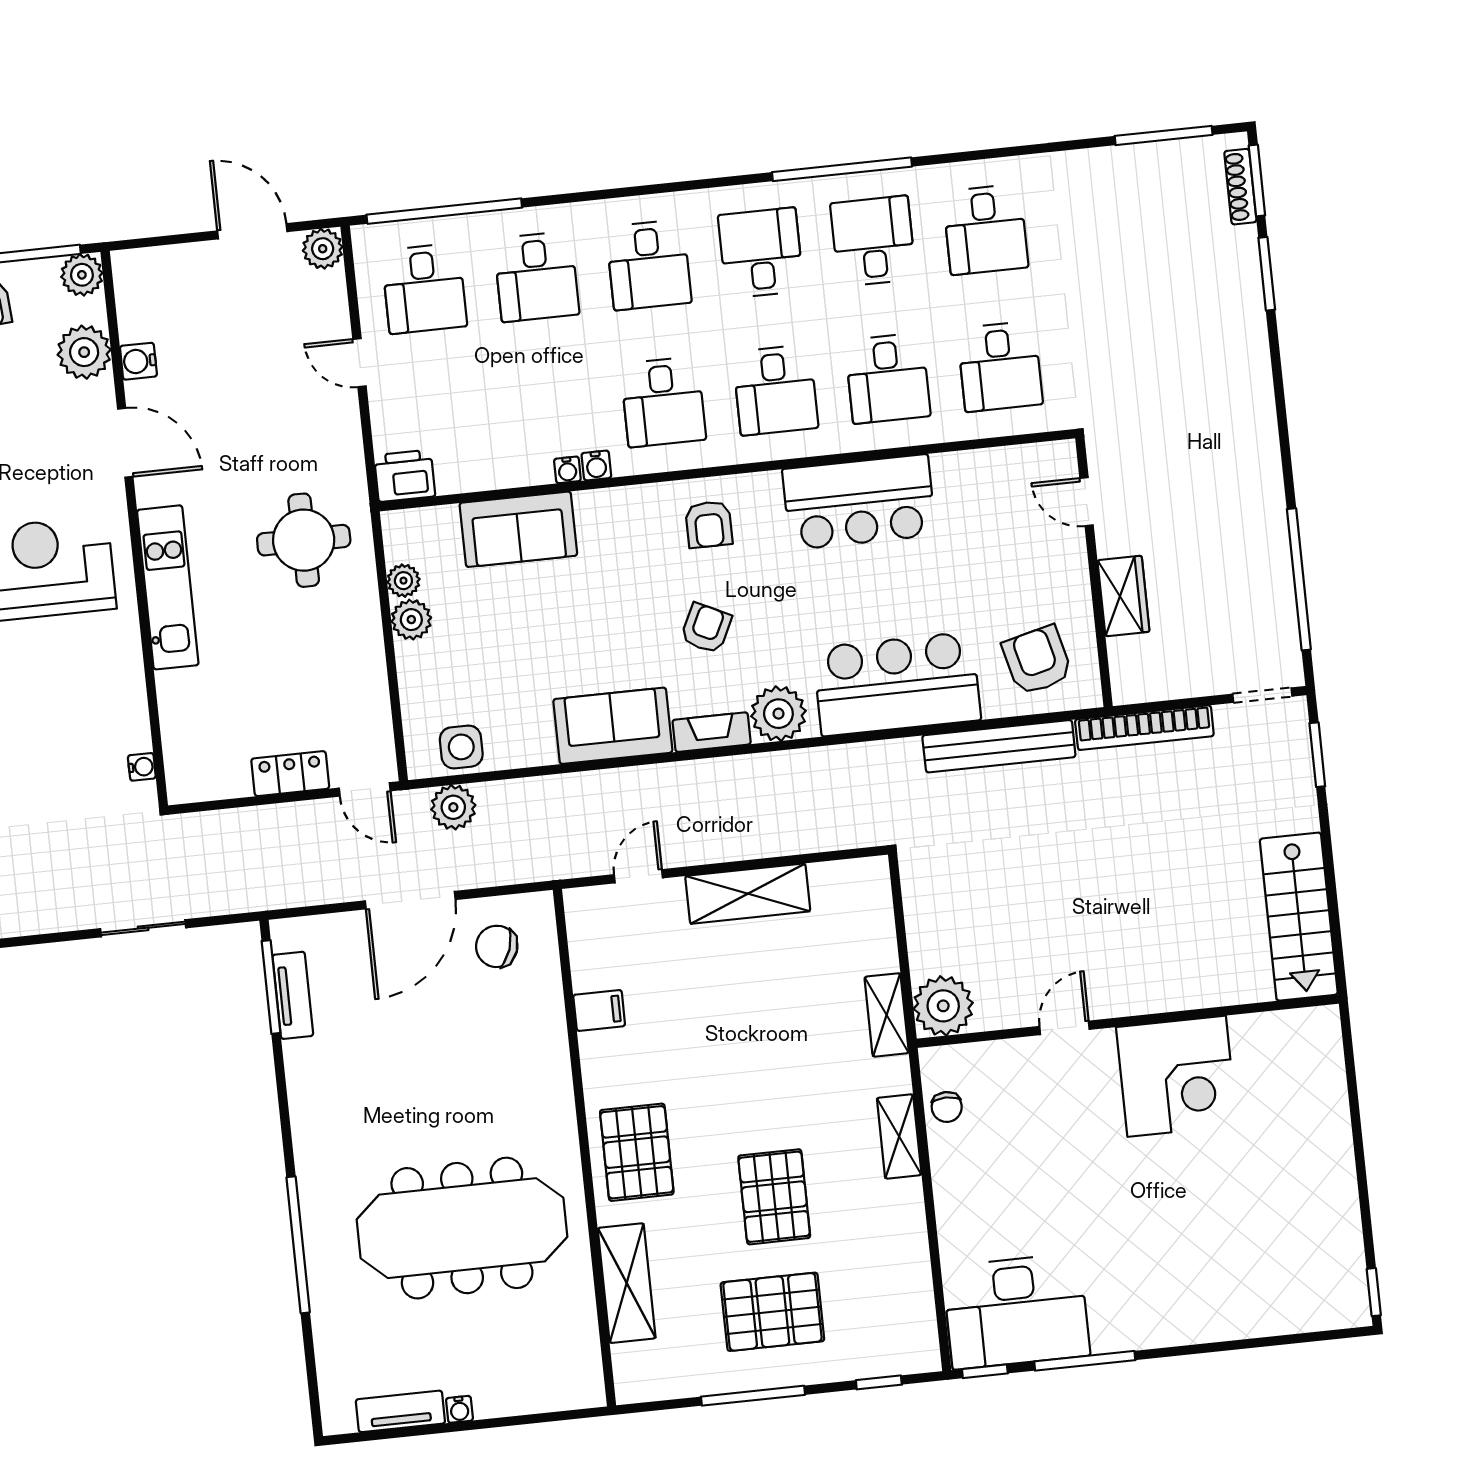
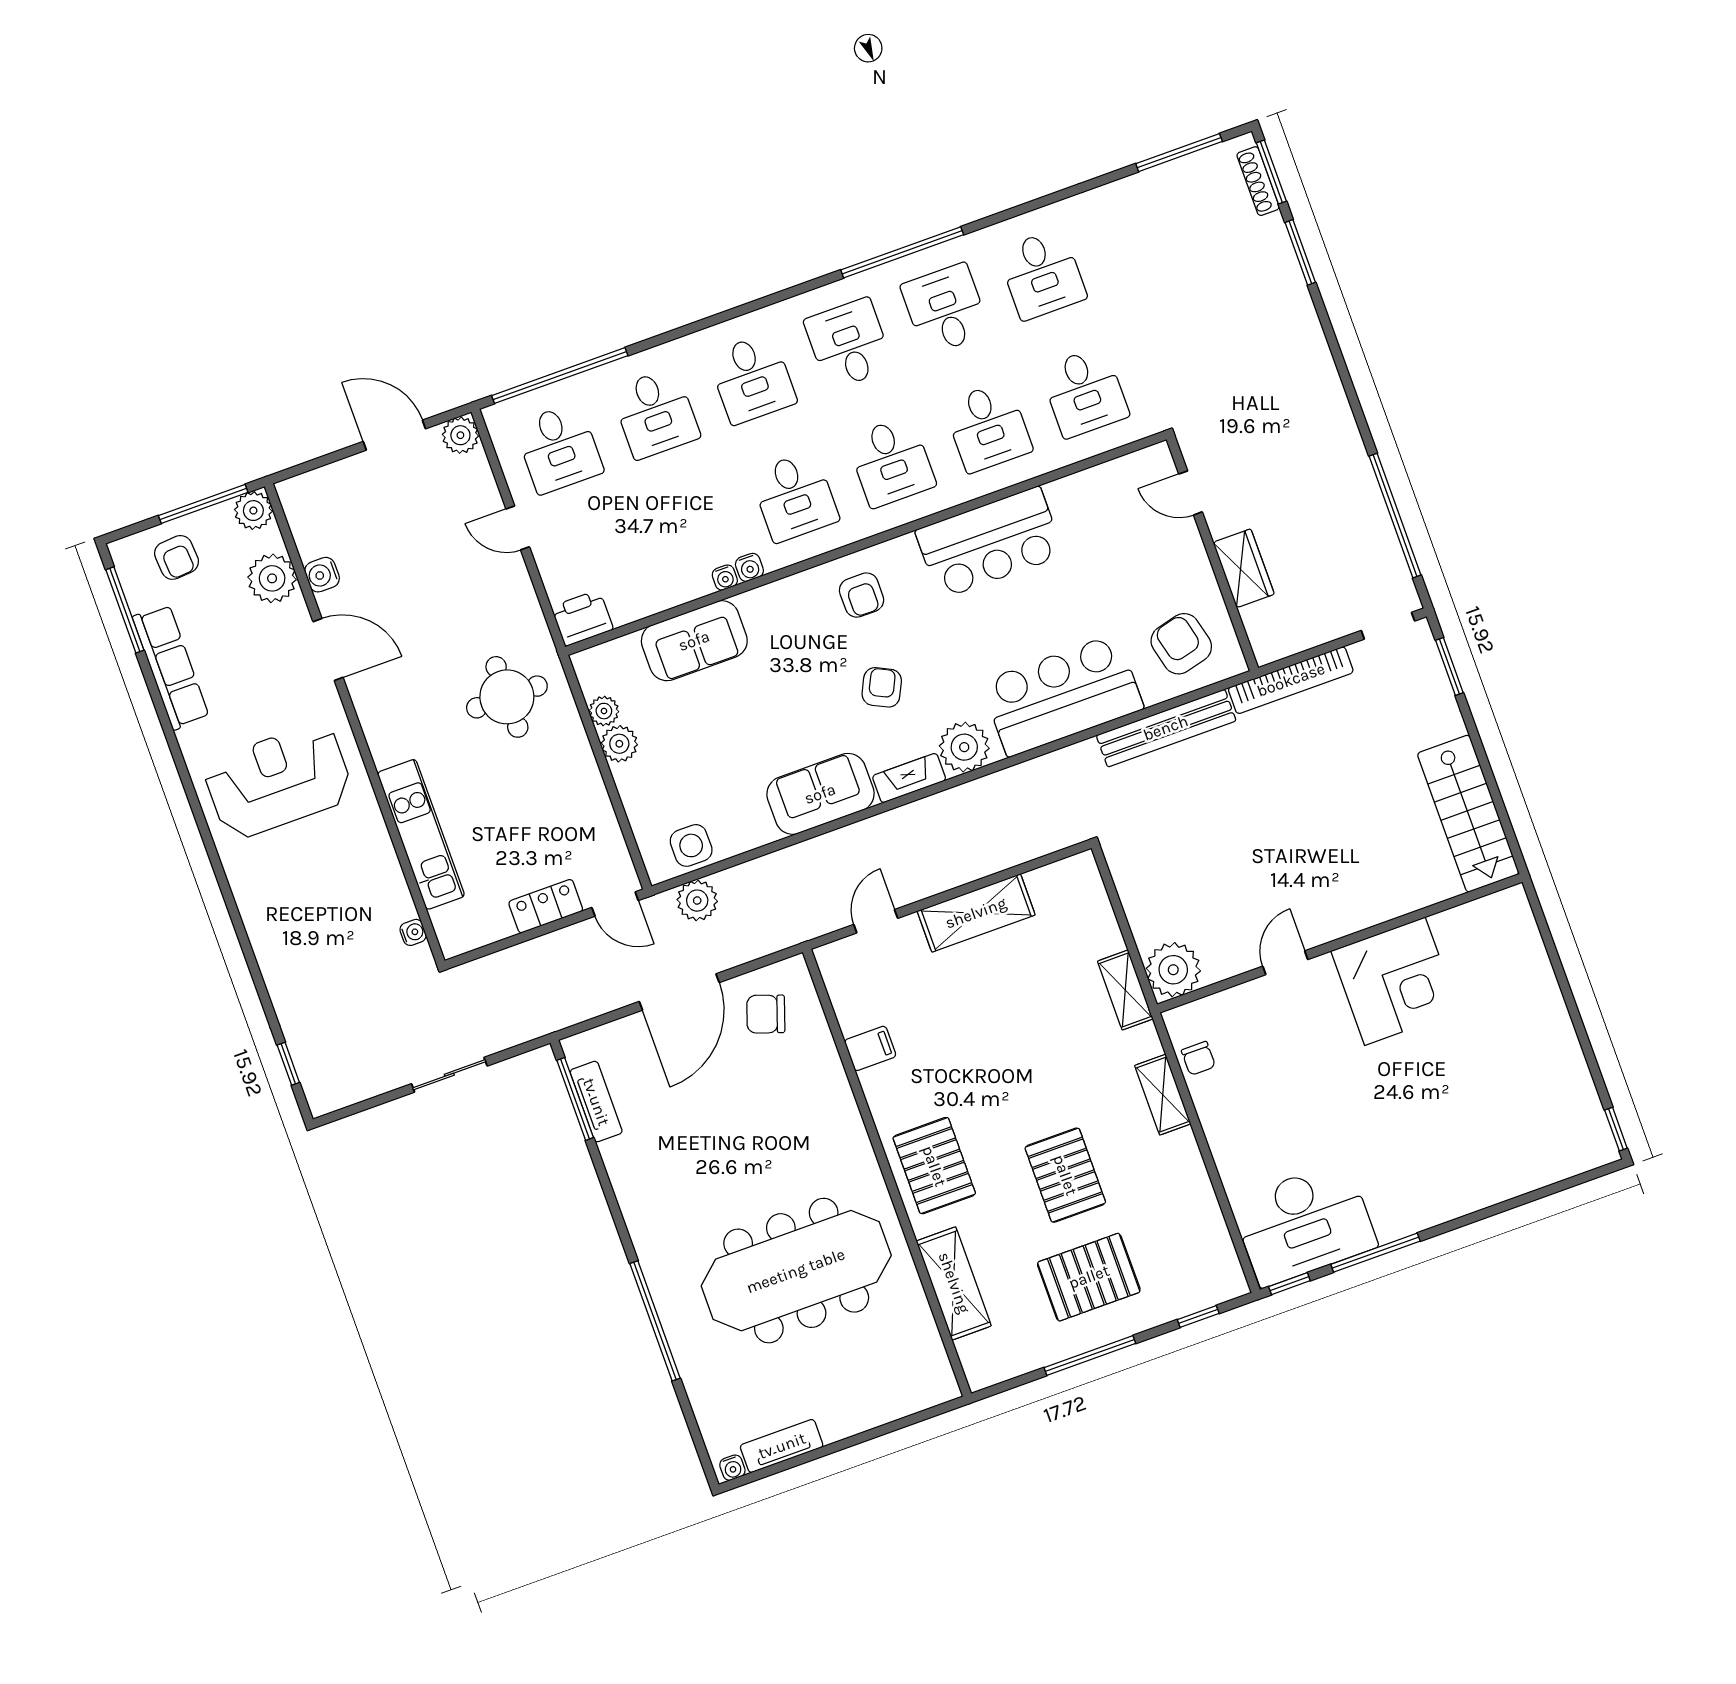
kitchen unit: (168, 587) -> (421, 834), moved
water cooler: (459, 1409) -> (732, 1468), moved

